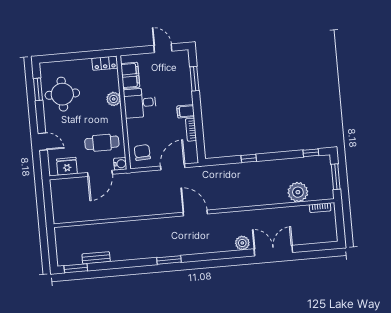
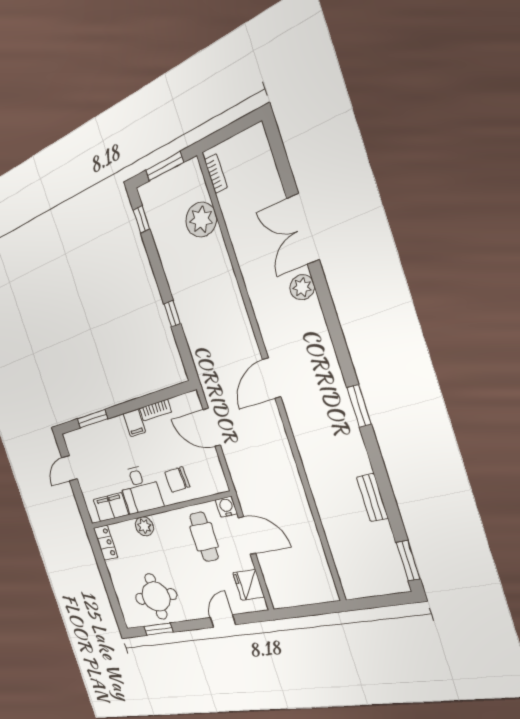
chair: (142, 152) -> (177, 479), moved
bench: (96, 258) -> (372, 498), moved

